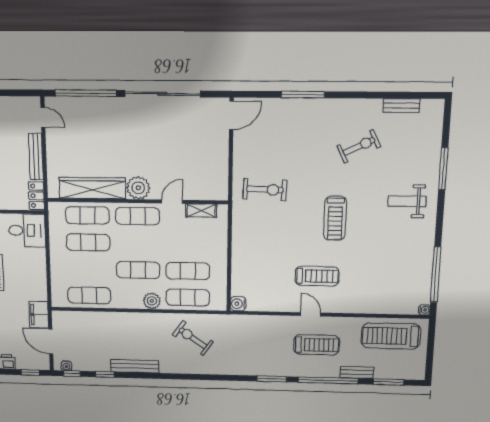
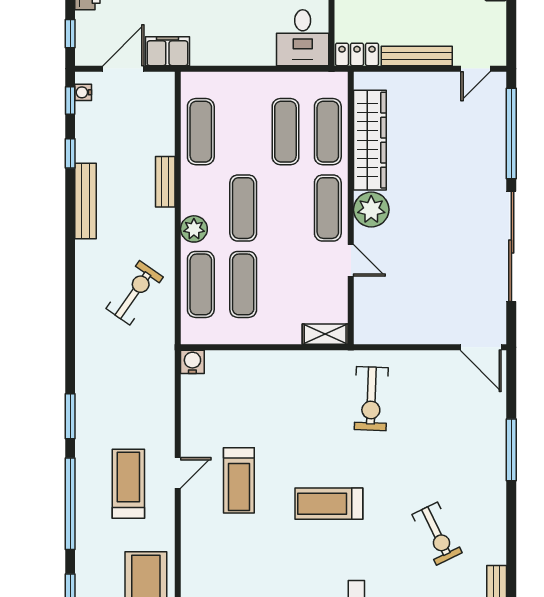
shelving: (201, 211) -> (325, 334), moved, turned 90
treadmill: (317, 345) -> (128, 484), turned 180
bench: (357, 372) -> (165, 182), moved

